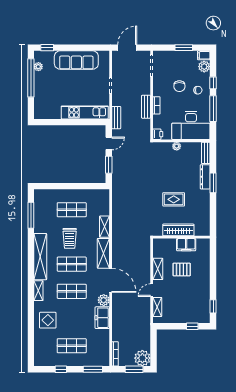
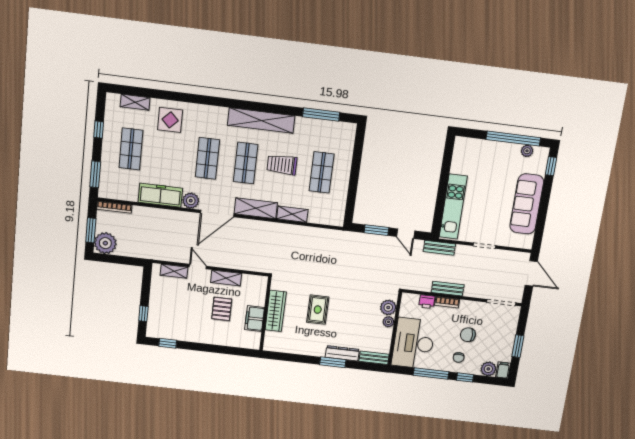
printer: (158, 134) -> (427, 302), moved
plant: (166, 148) -> (388, 307), added
shelving: (38, 291) -> (135, 102), moved
freezer: (102, 318) -> (160, 195), width x1.40

